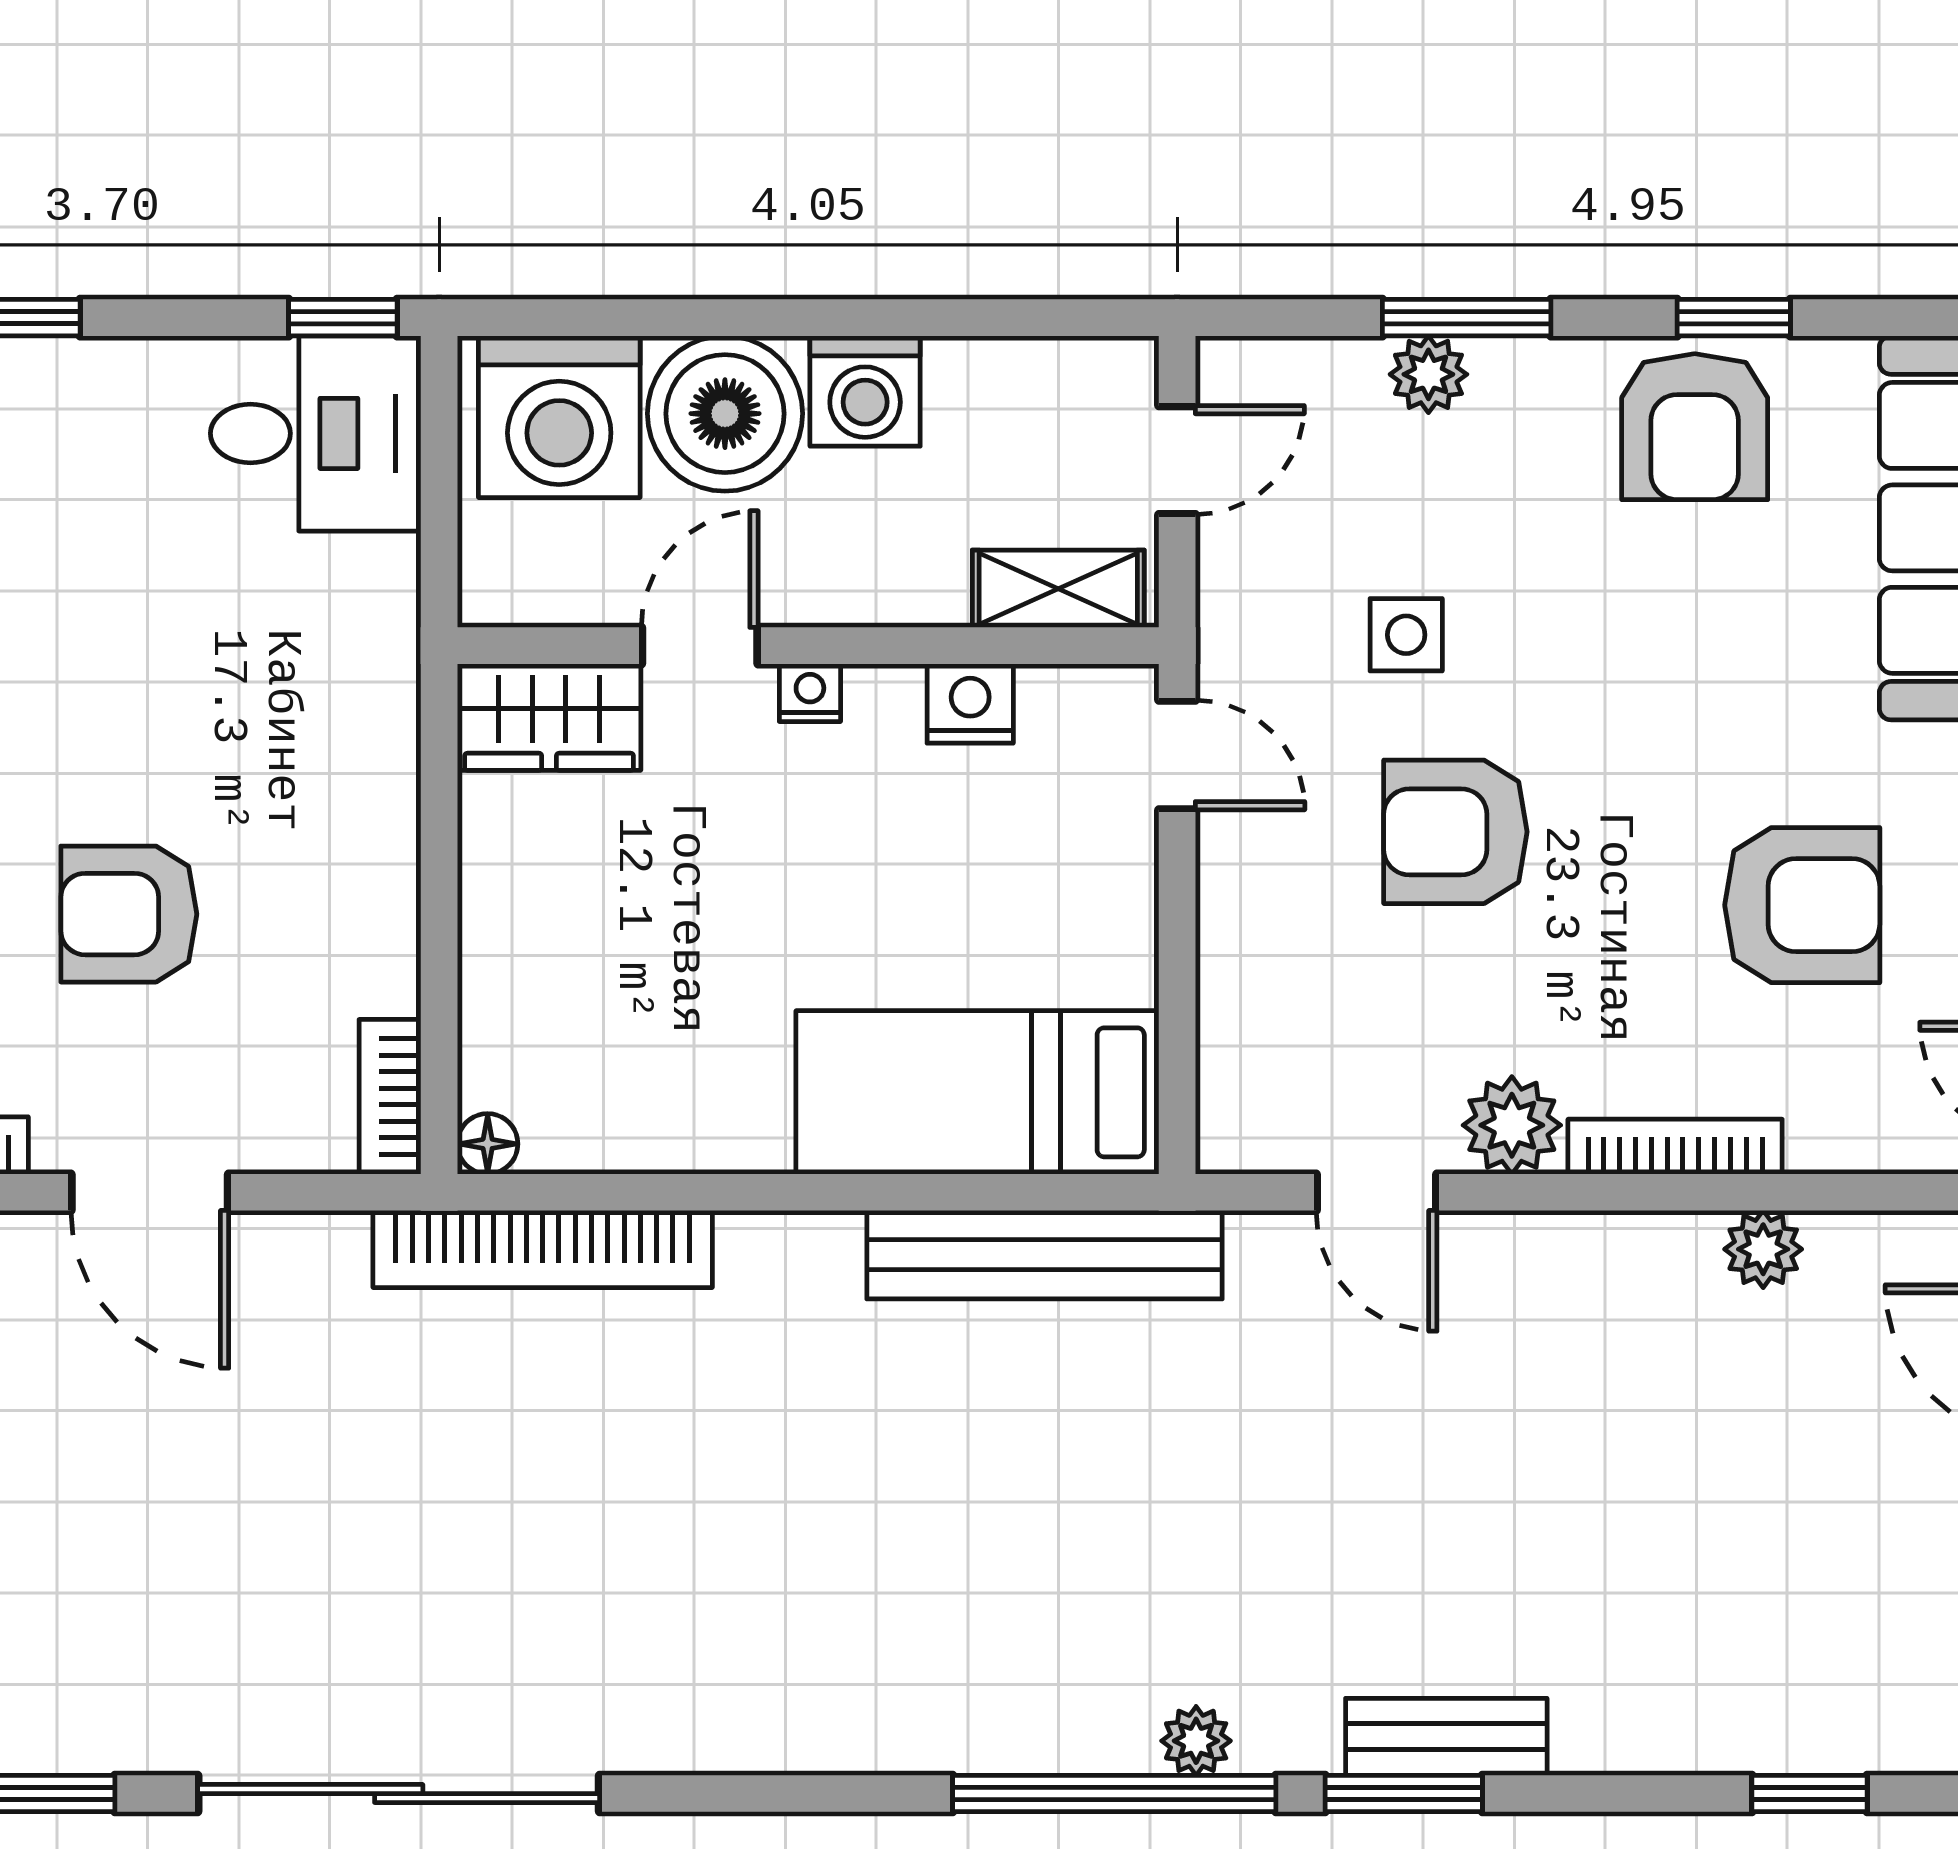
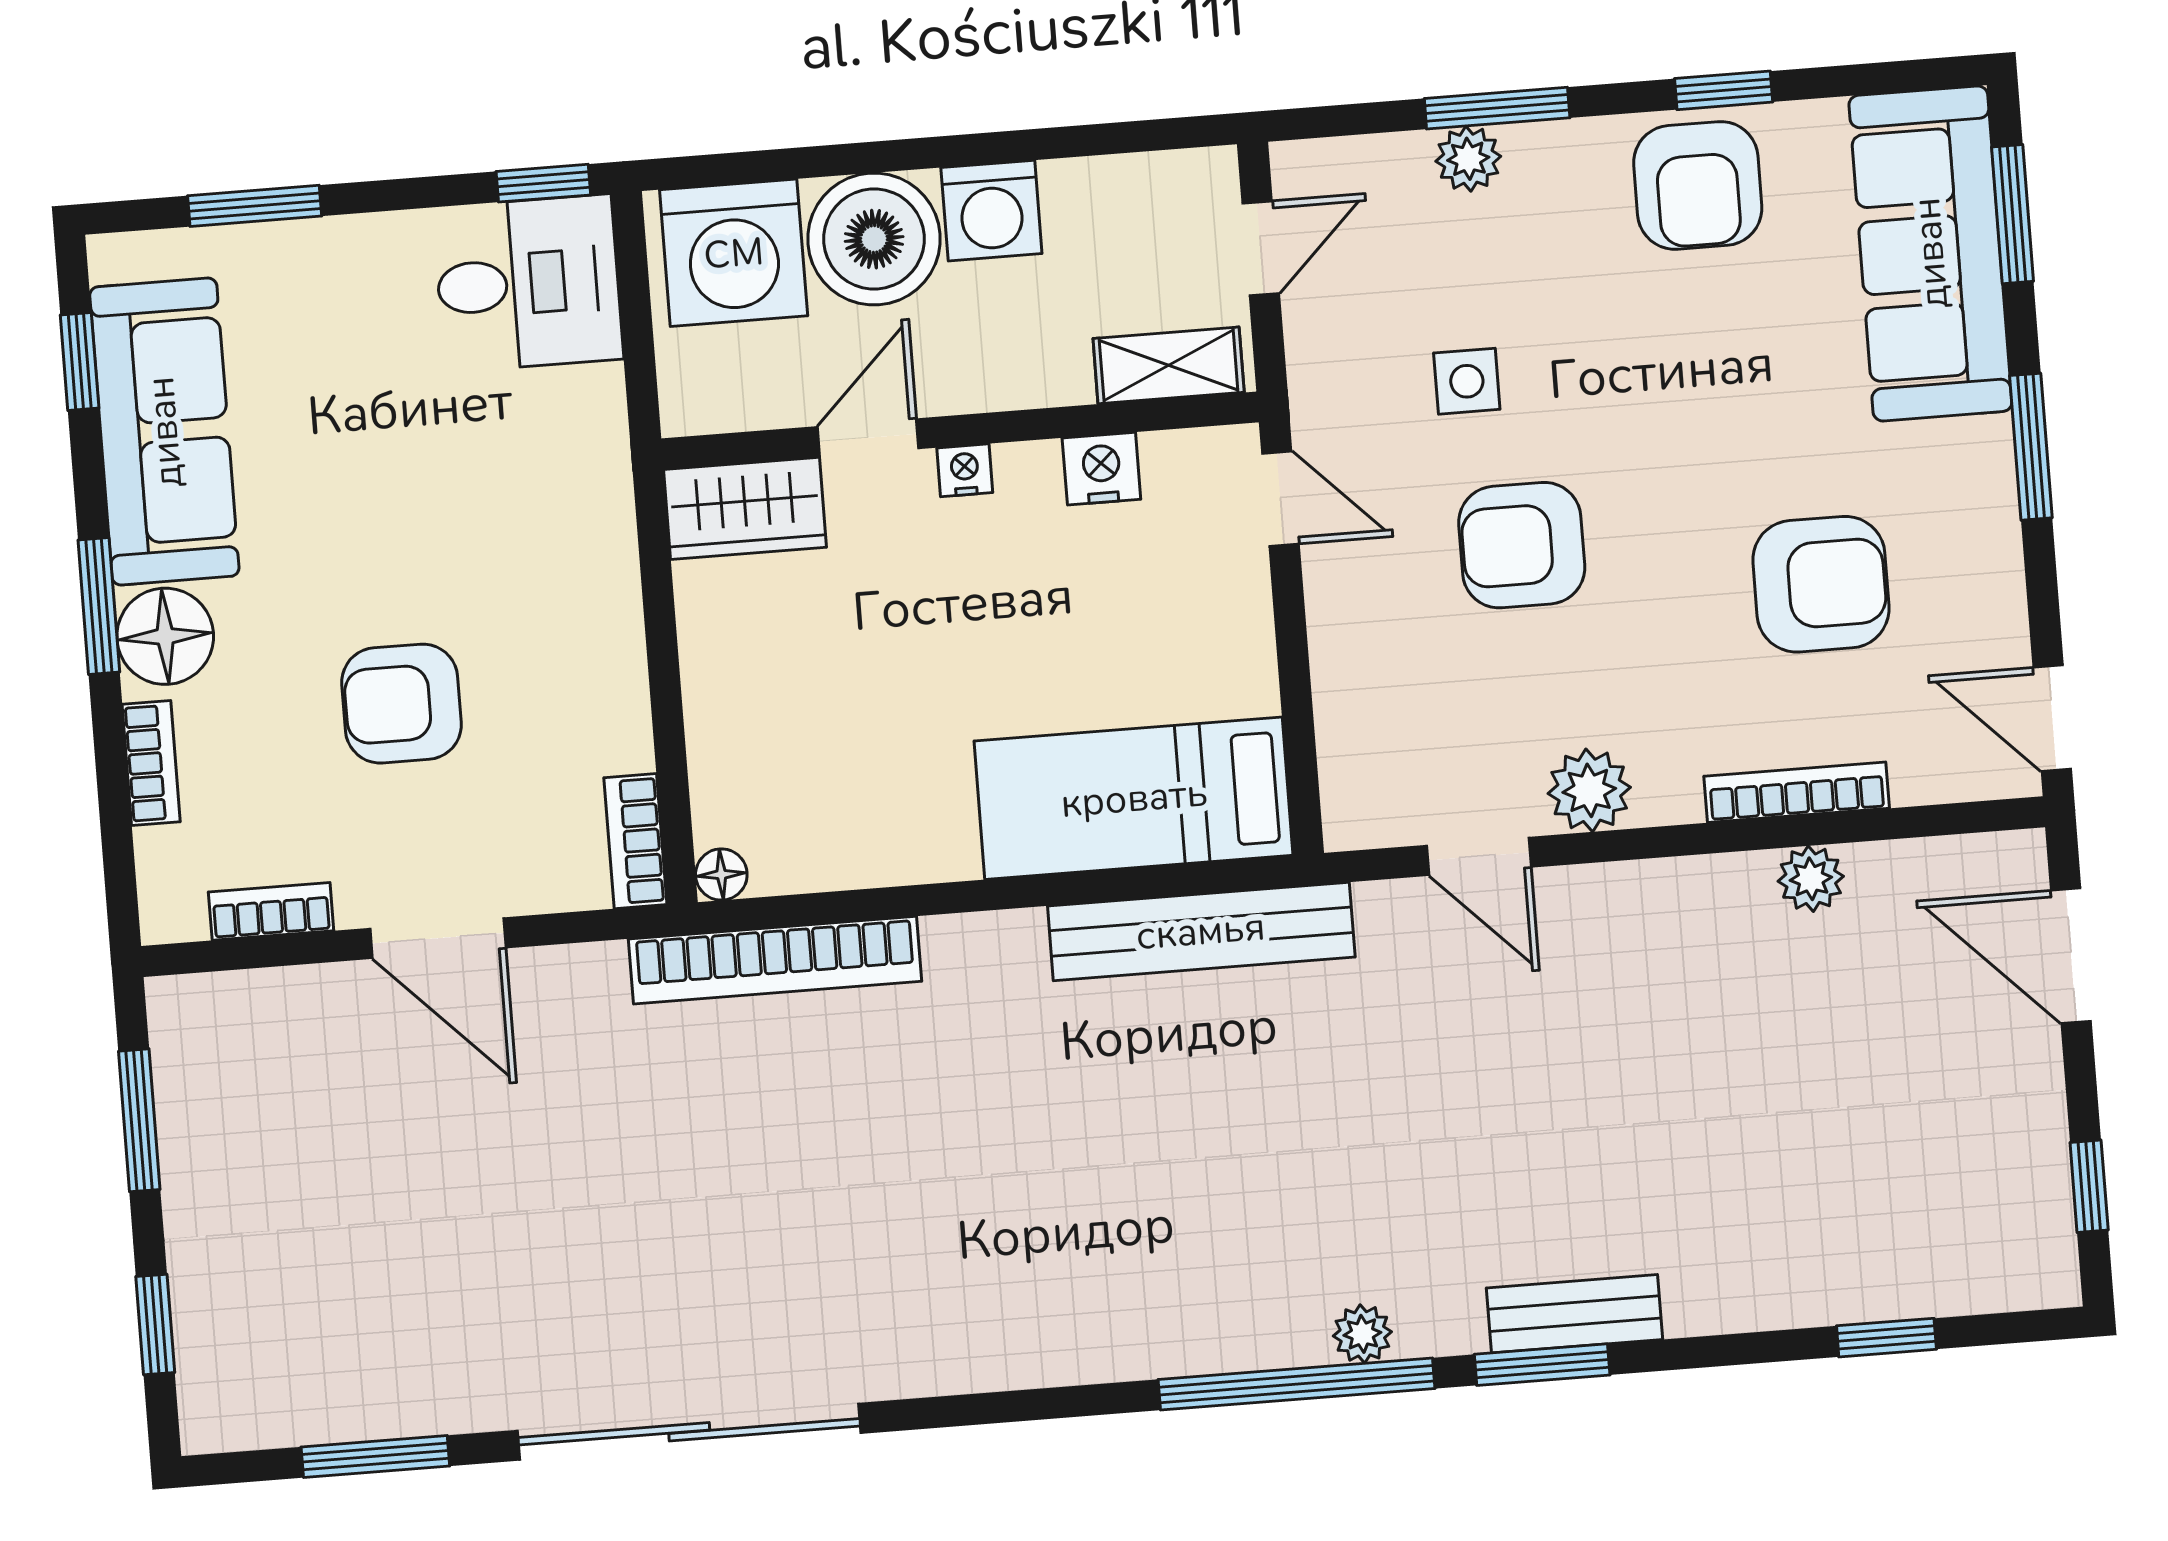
bookcase: (1675, 1147) -> (1797, 792), moved

